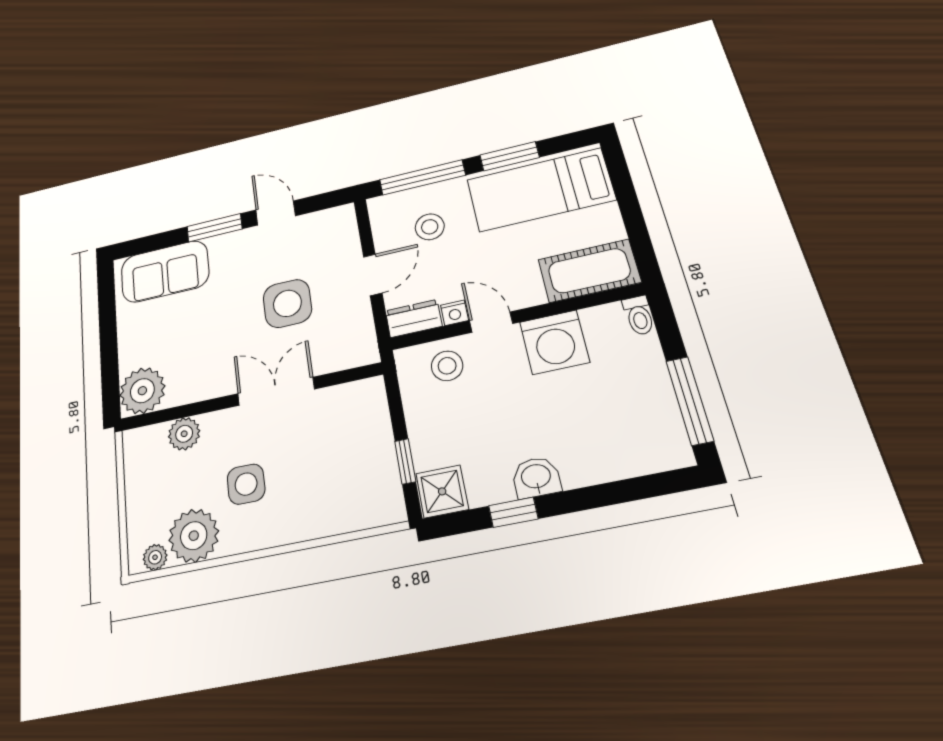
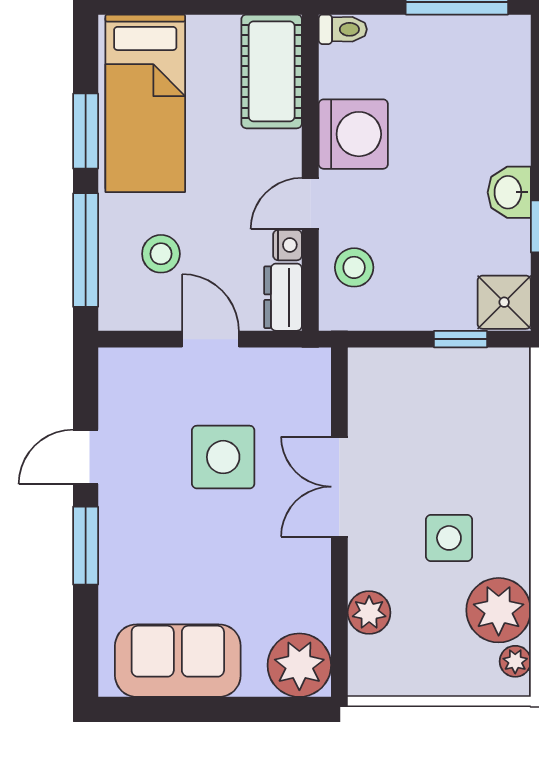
sofa: (165, 271) -> (178, 661), moved, turned -90

